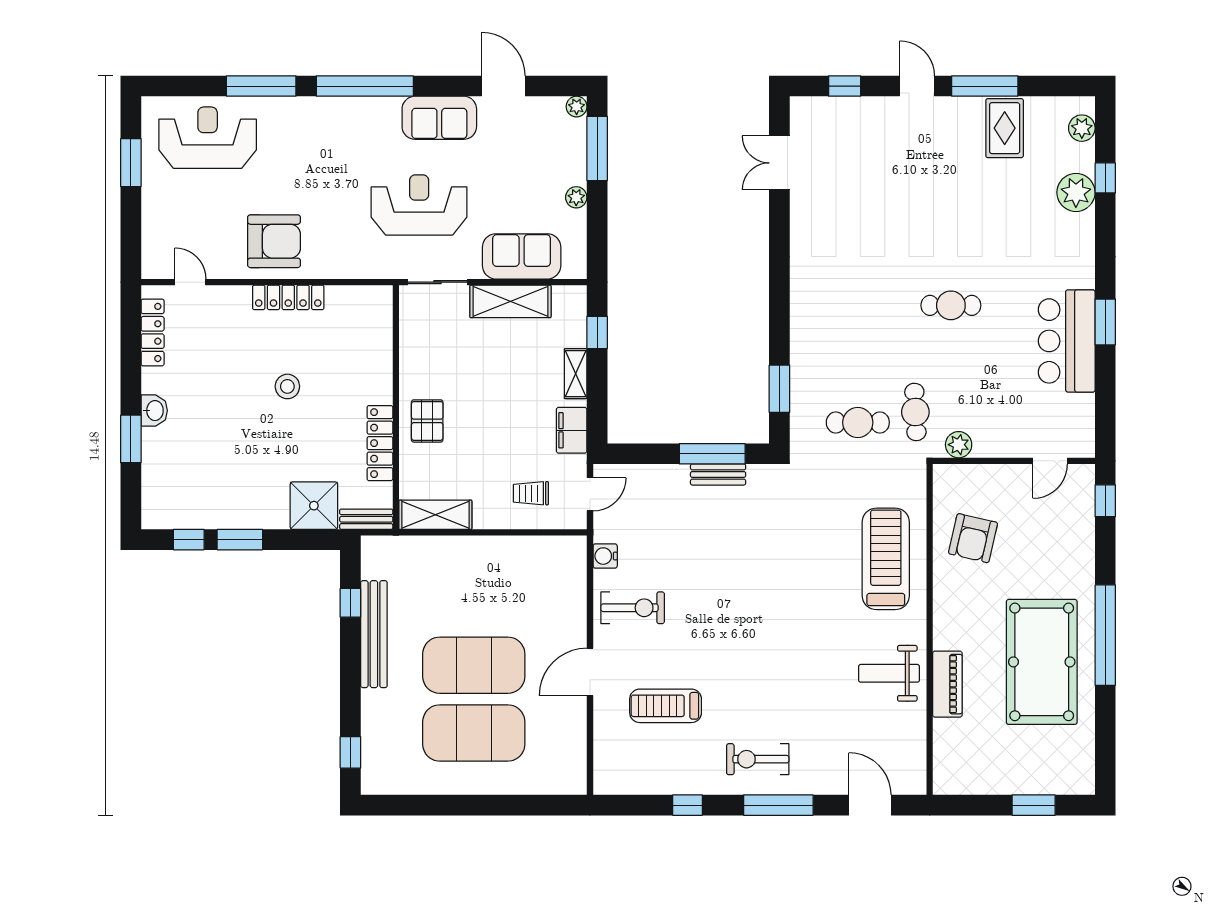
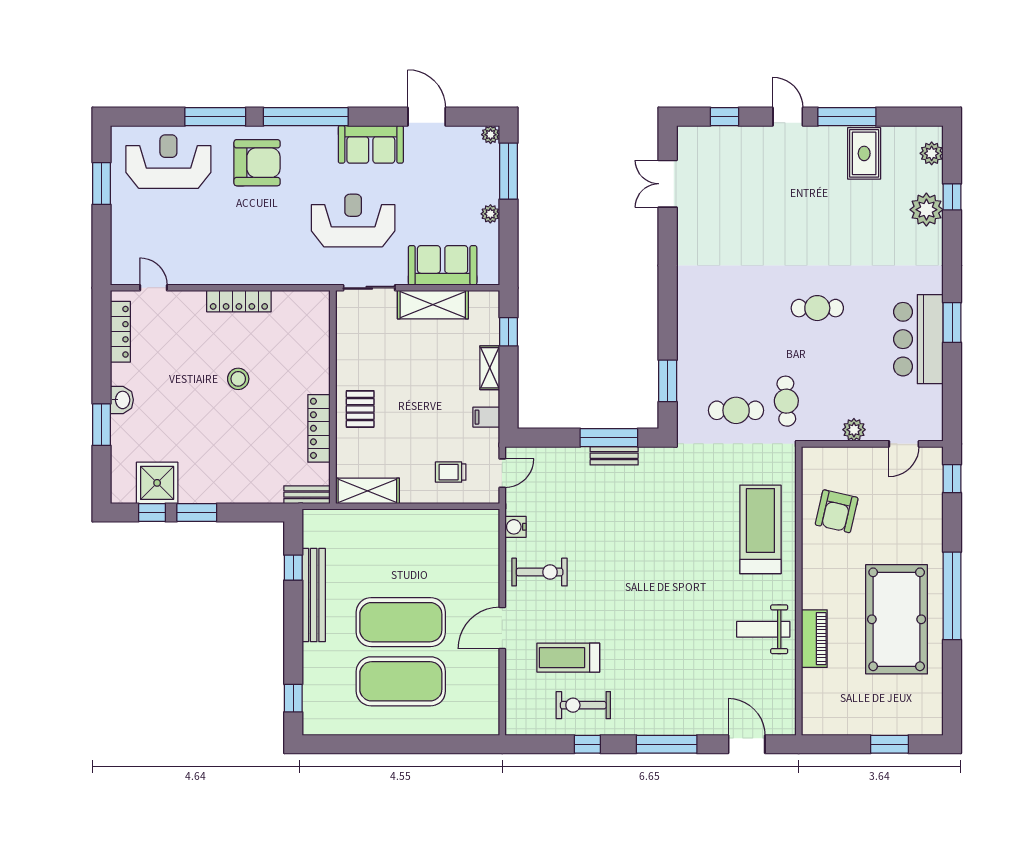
armchair: (274, 241) -> (257, 163), moved
filing cabinet: (572, 430) -> (486, 417), width x0.50
plant: (959, 445) -> (854, 430), moved
shower: (314, 506) -> (157, 483), moved
exercise bike: (758, 759) -> (583, 705), moved

